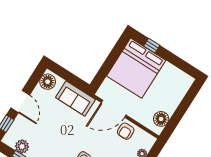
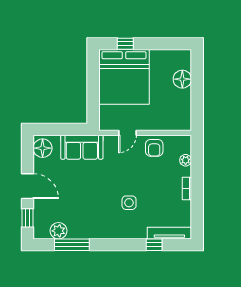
door: (114, 109) -> (127, 133), width x0.53
floor lamp: (161, 119) -> (182, 79), moved

